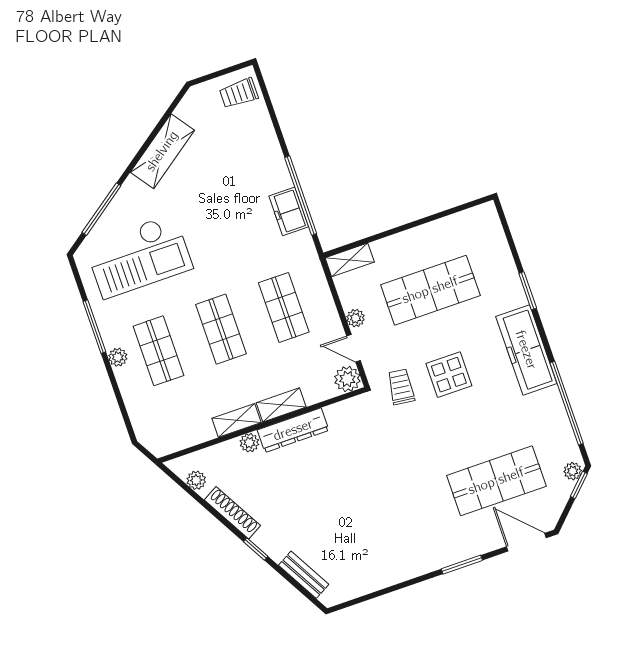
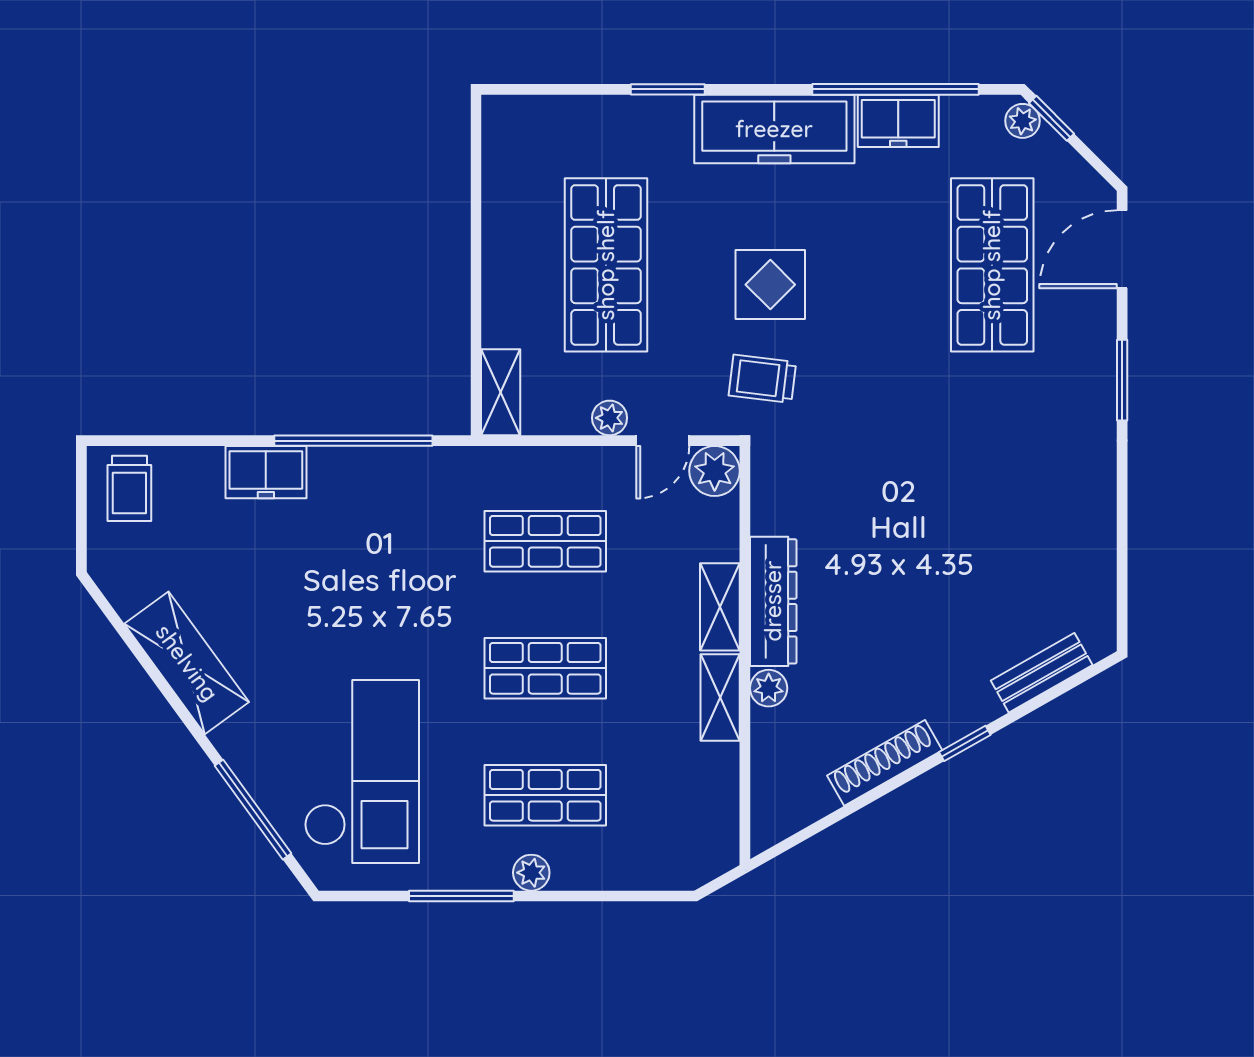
freezer: (289, 211) -> (266, 472), moved
freezer: (552, 410) -> (898, 121), added
plant: (196, 480) -> (803, 808), removed

